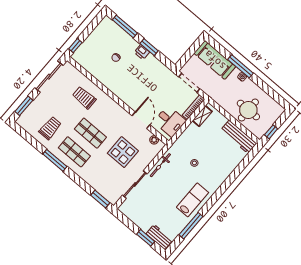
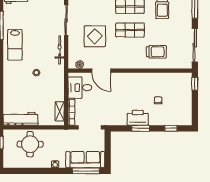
window: (125, 26) -> (171, 128), width x0.46
printer: (142, 52) -> (138, 118), width x1.87, depth x1.48
window: (241, 66) -> (86, 171), moved

